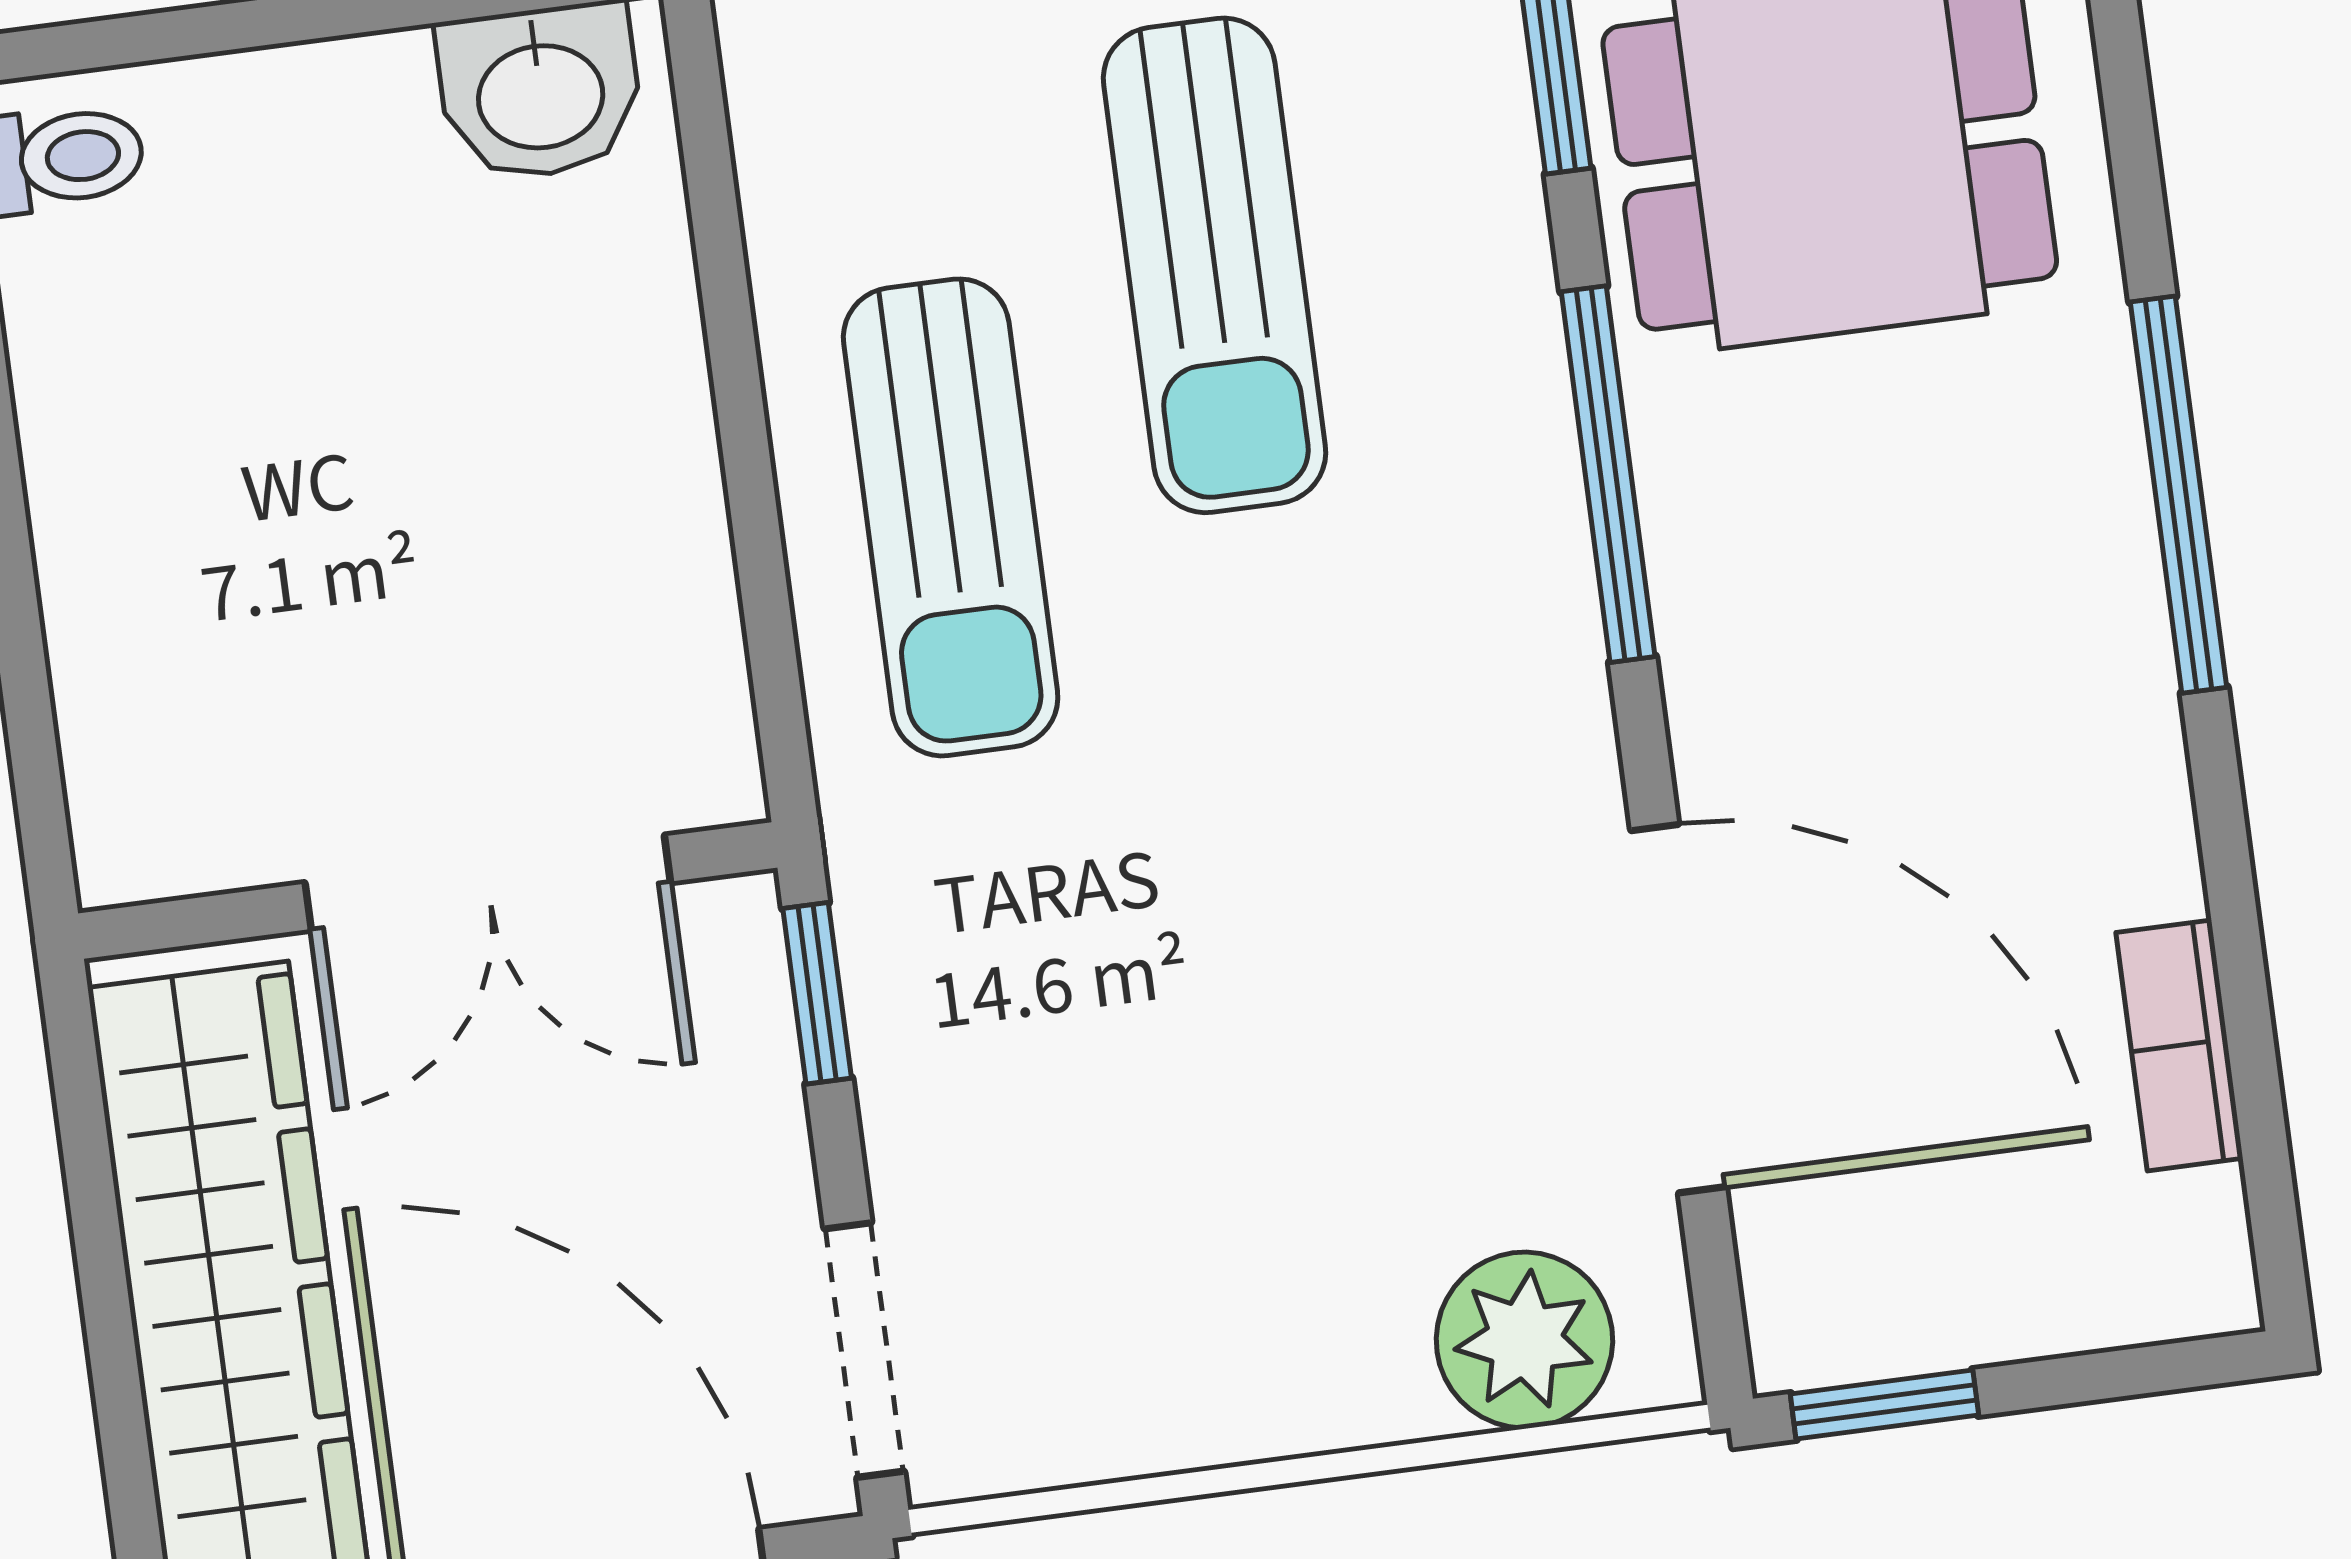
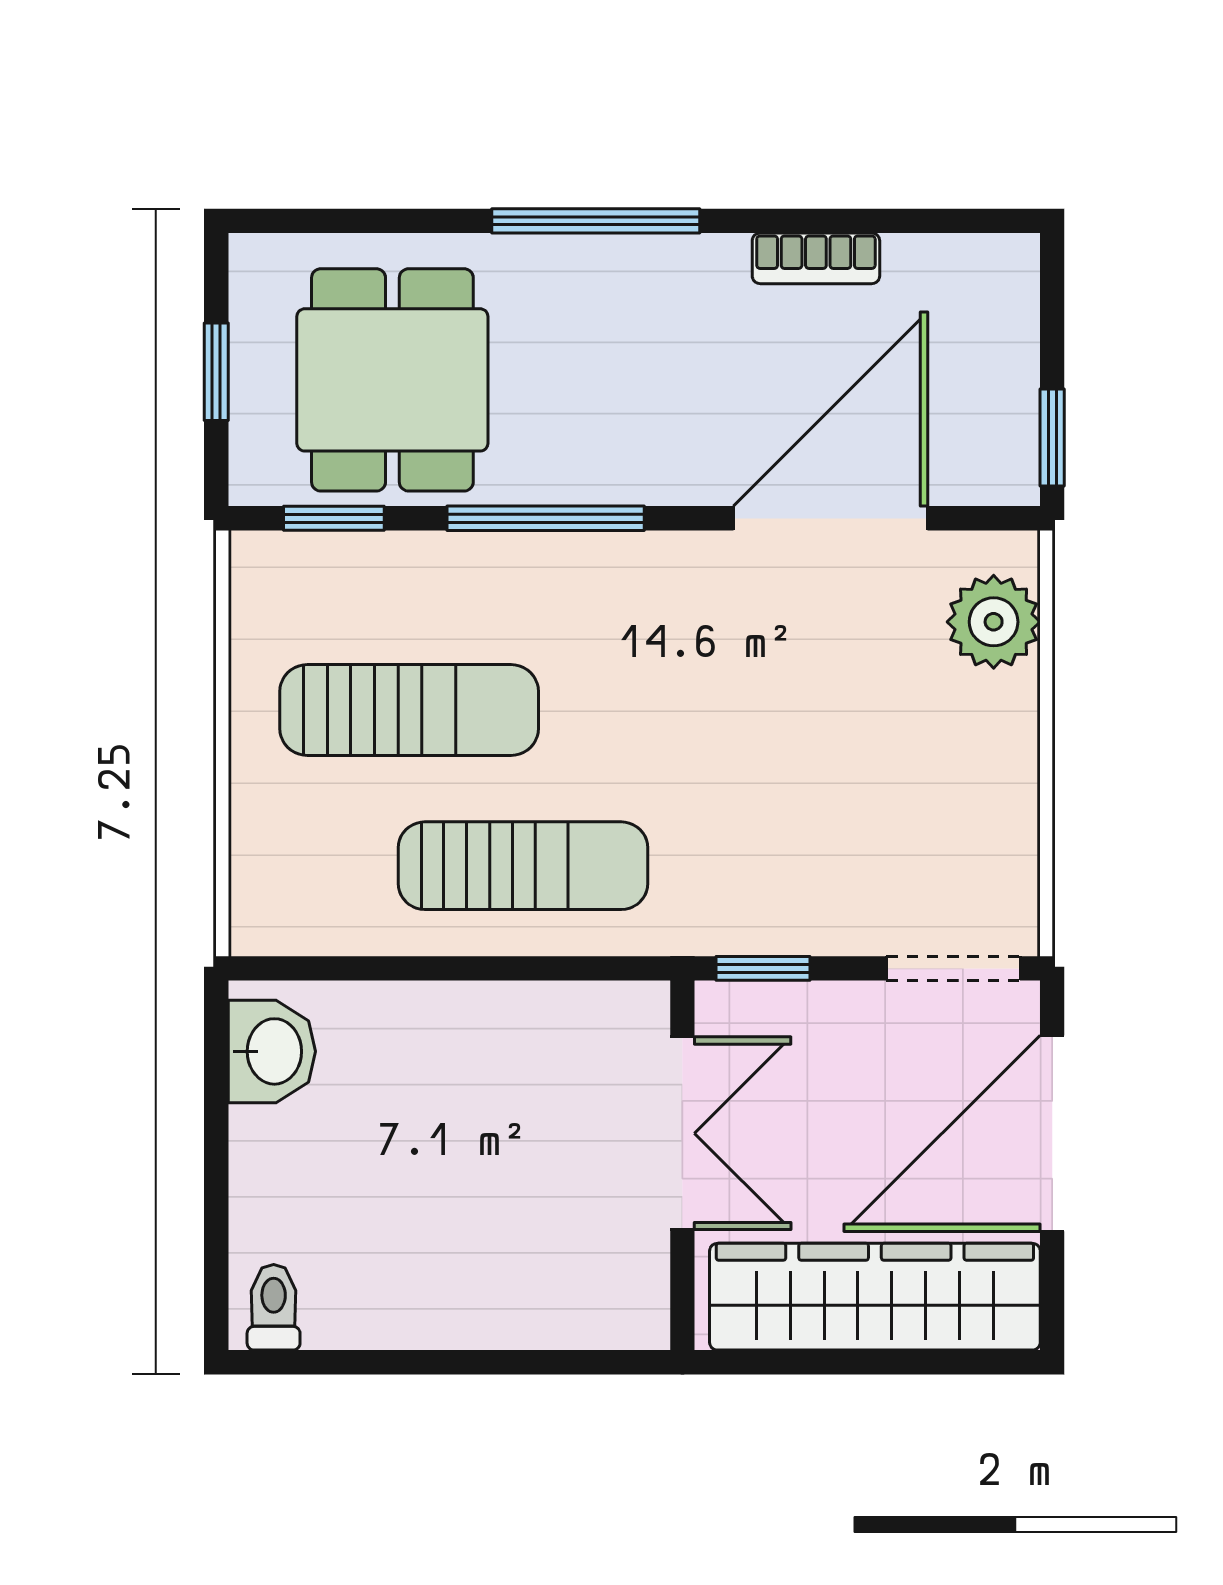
bookcase: (2179, 1045) -> (816, 258), moved

